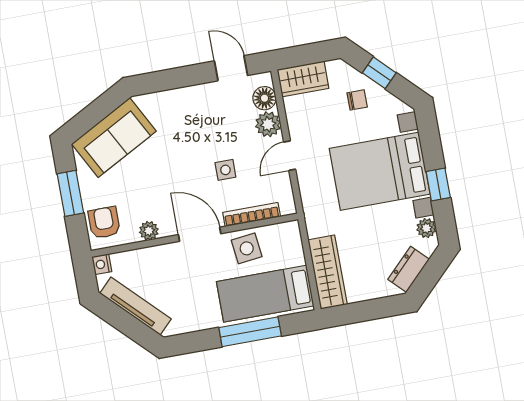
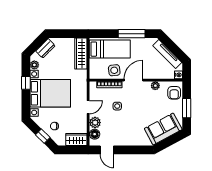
door: (200, 234) -> (134, 80), swing flipped
window: (250, 332) -> (132, 34), moved

